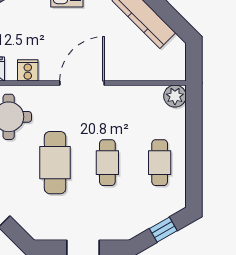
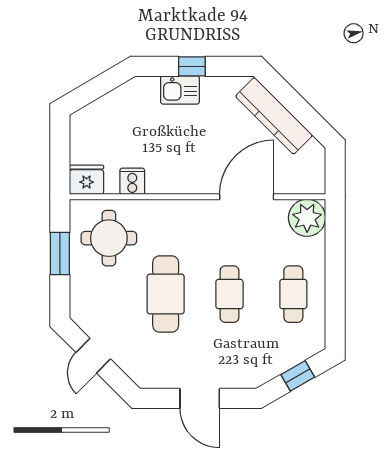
door: (82, 83) -> (247, 197), moved
plant: (175, 96) -> (307, 218), width x1.36, depth x1.36

